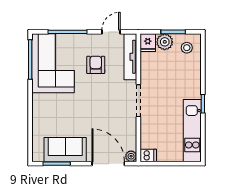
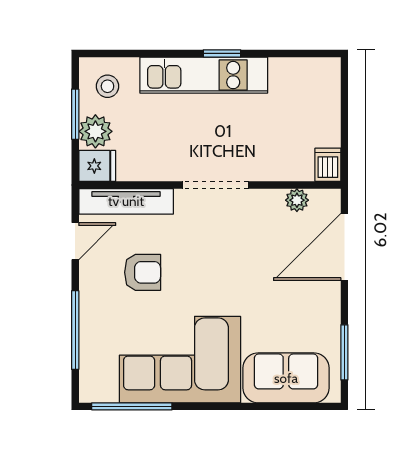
door: (111, 32) -> (75, 241), swing flipped
corner sofa: (53, 63) -> (180, 360), moved
armchair: (96, 65) -> (143, 272), turned 180
kitchen unit: (192, 131) -> (204, 75), moved
sofa: (65, 150) -> (286, 378), moved, turned 90
plant: (131, 156) -> (297, 200), moved

